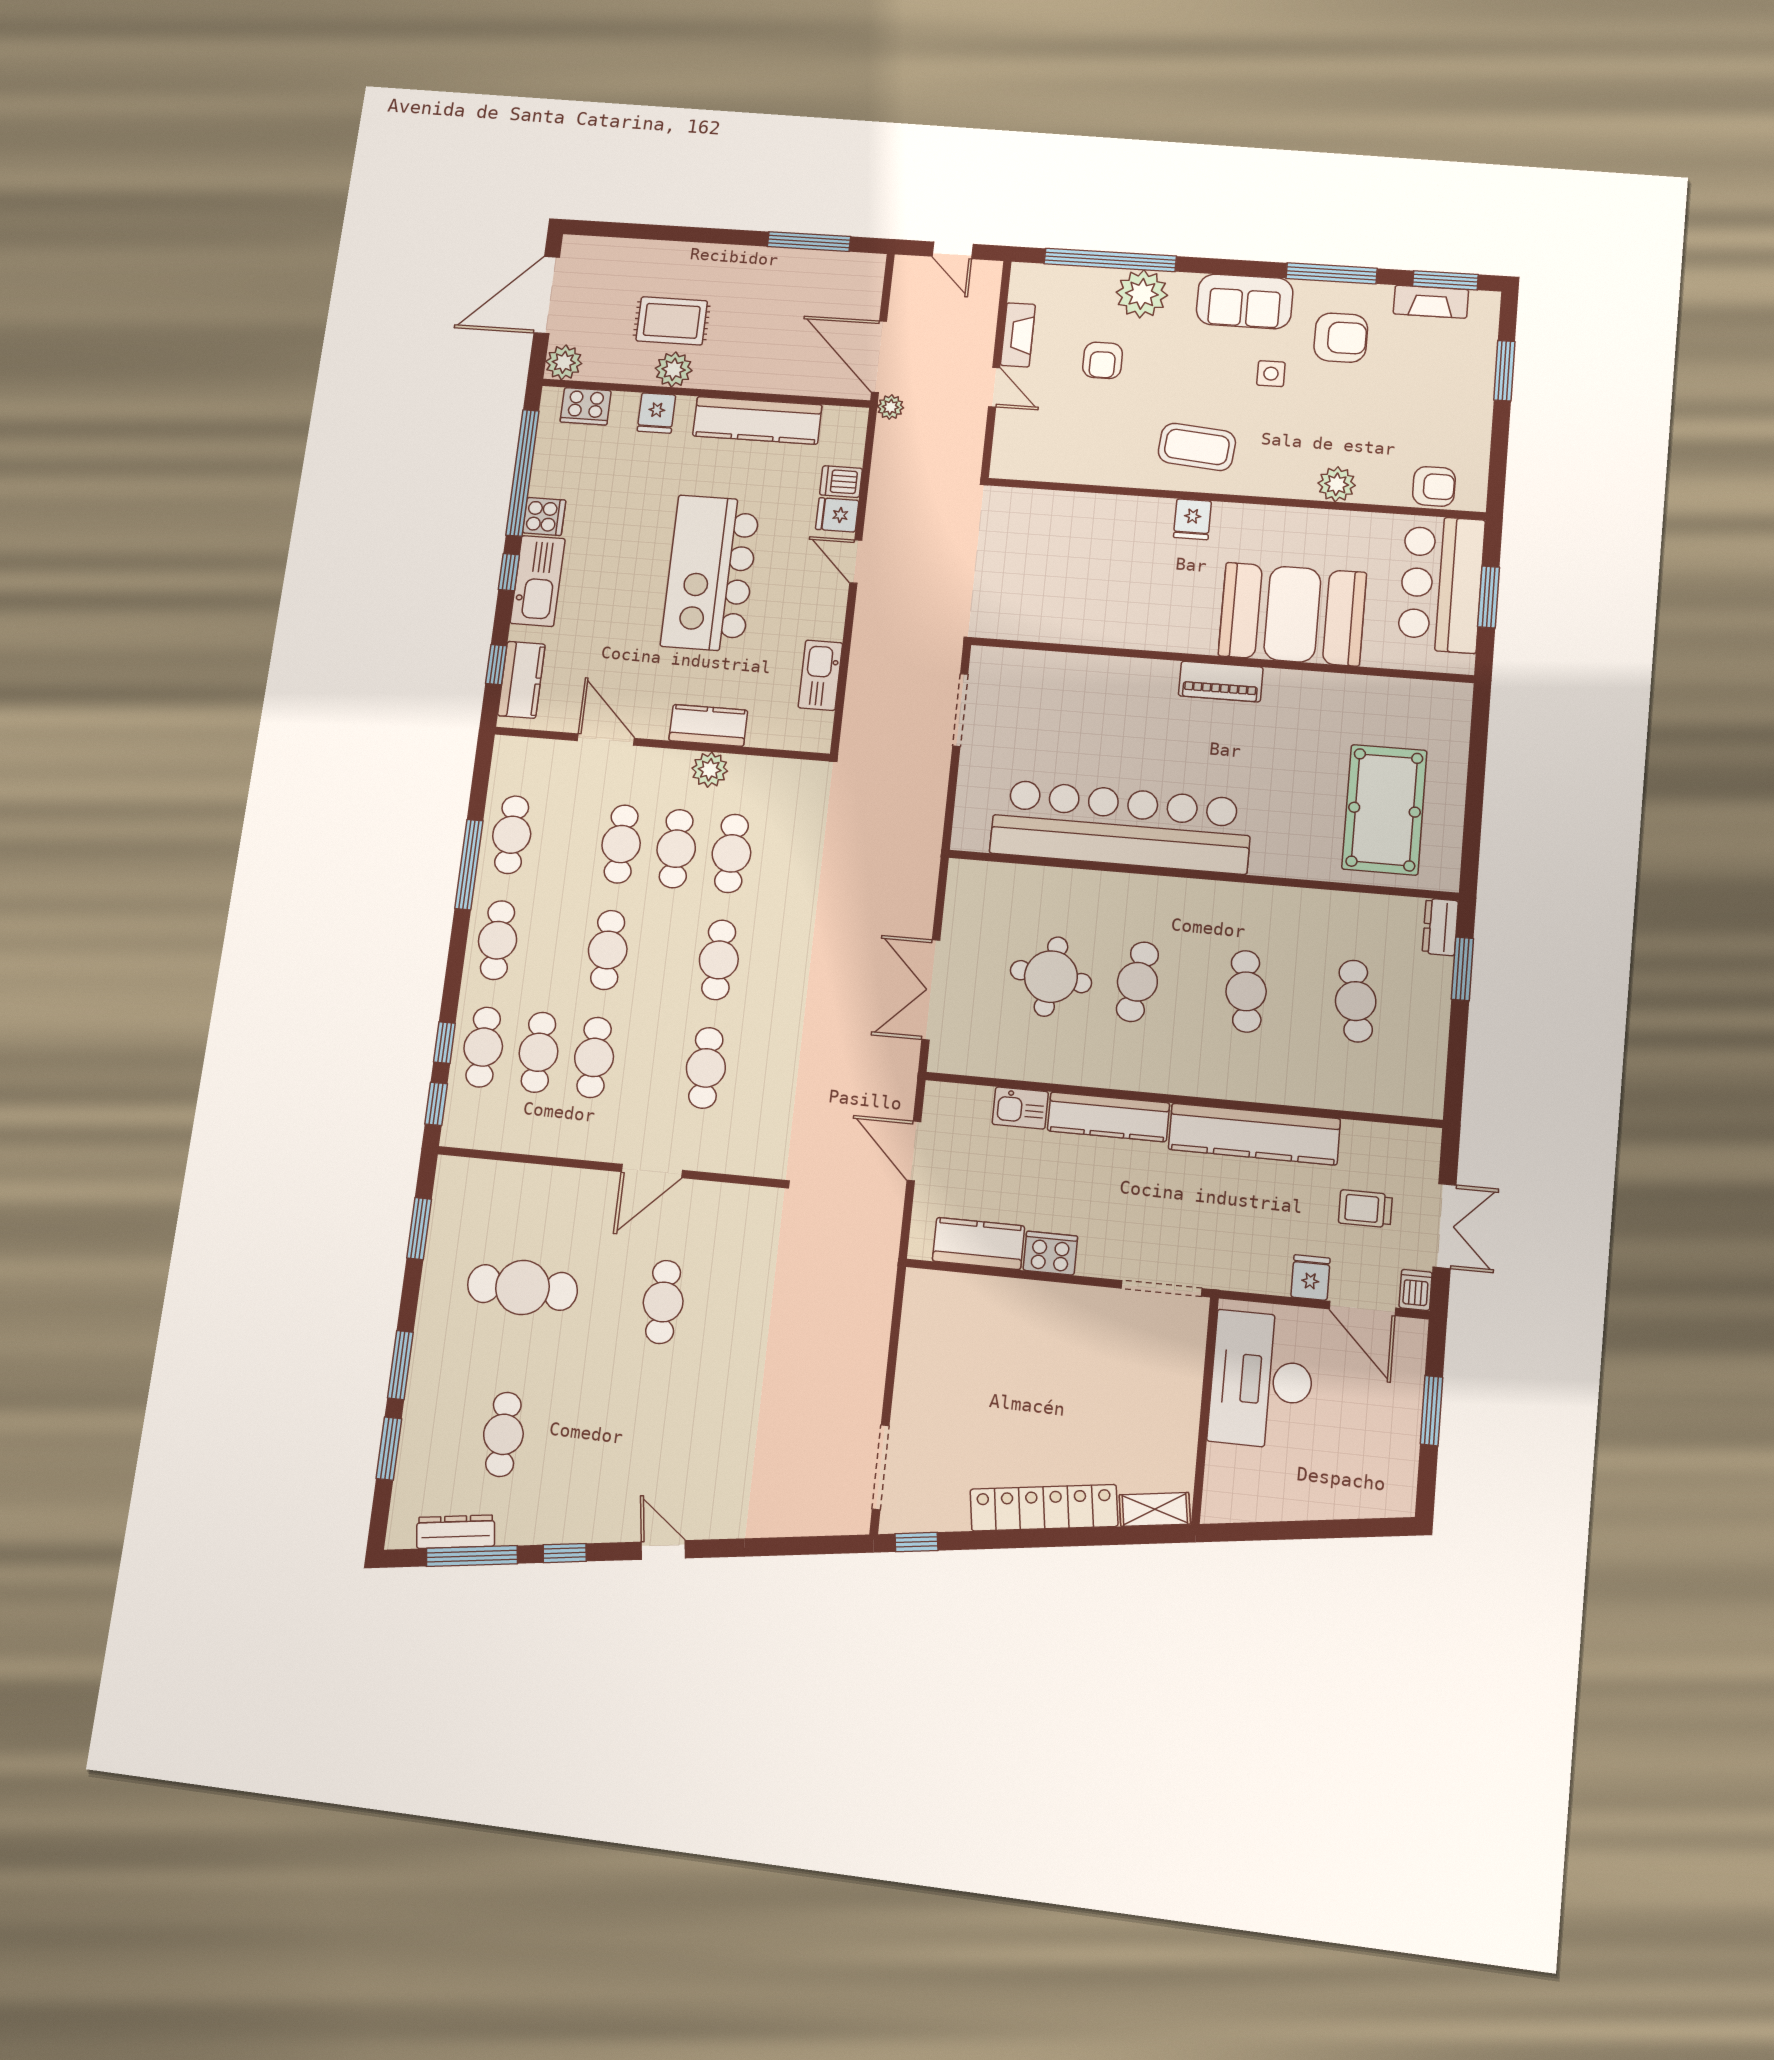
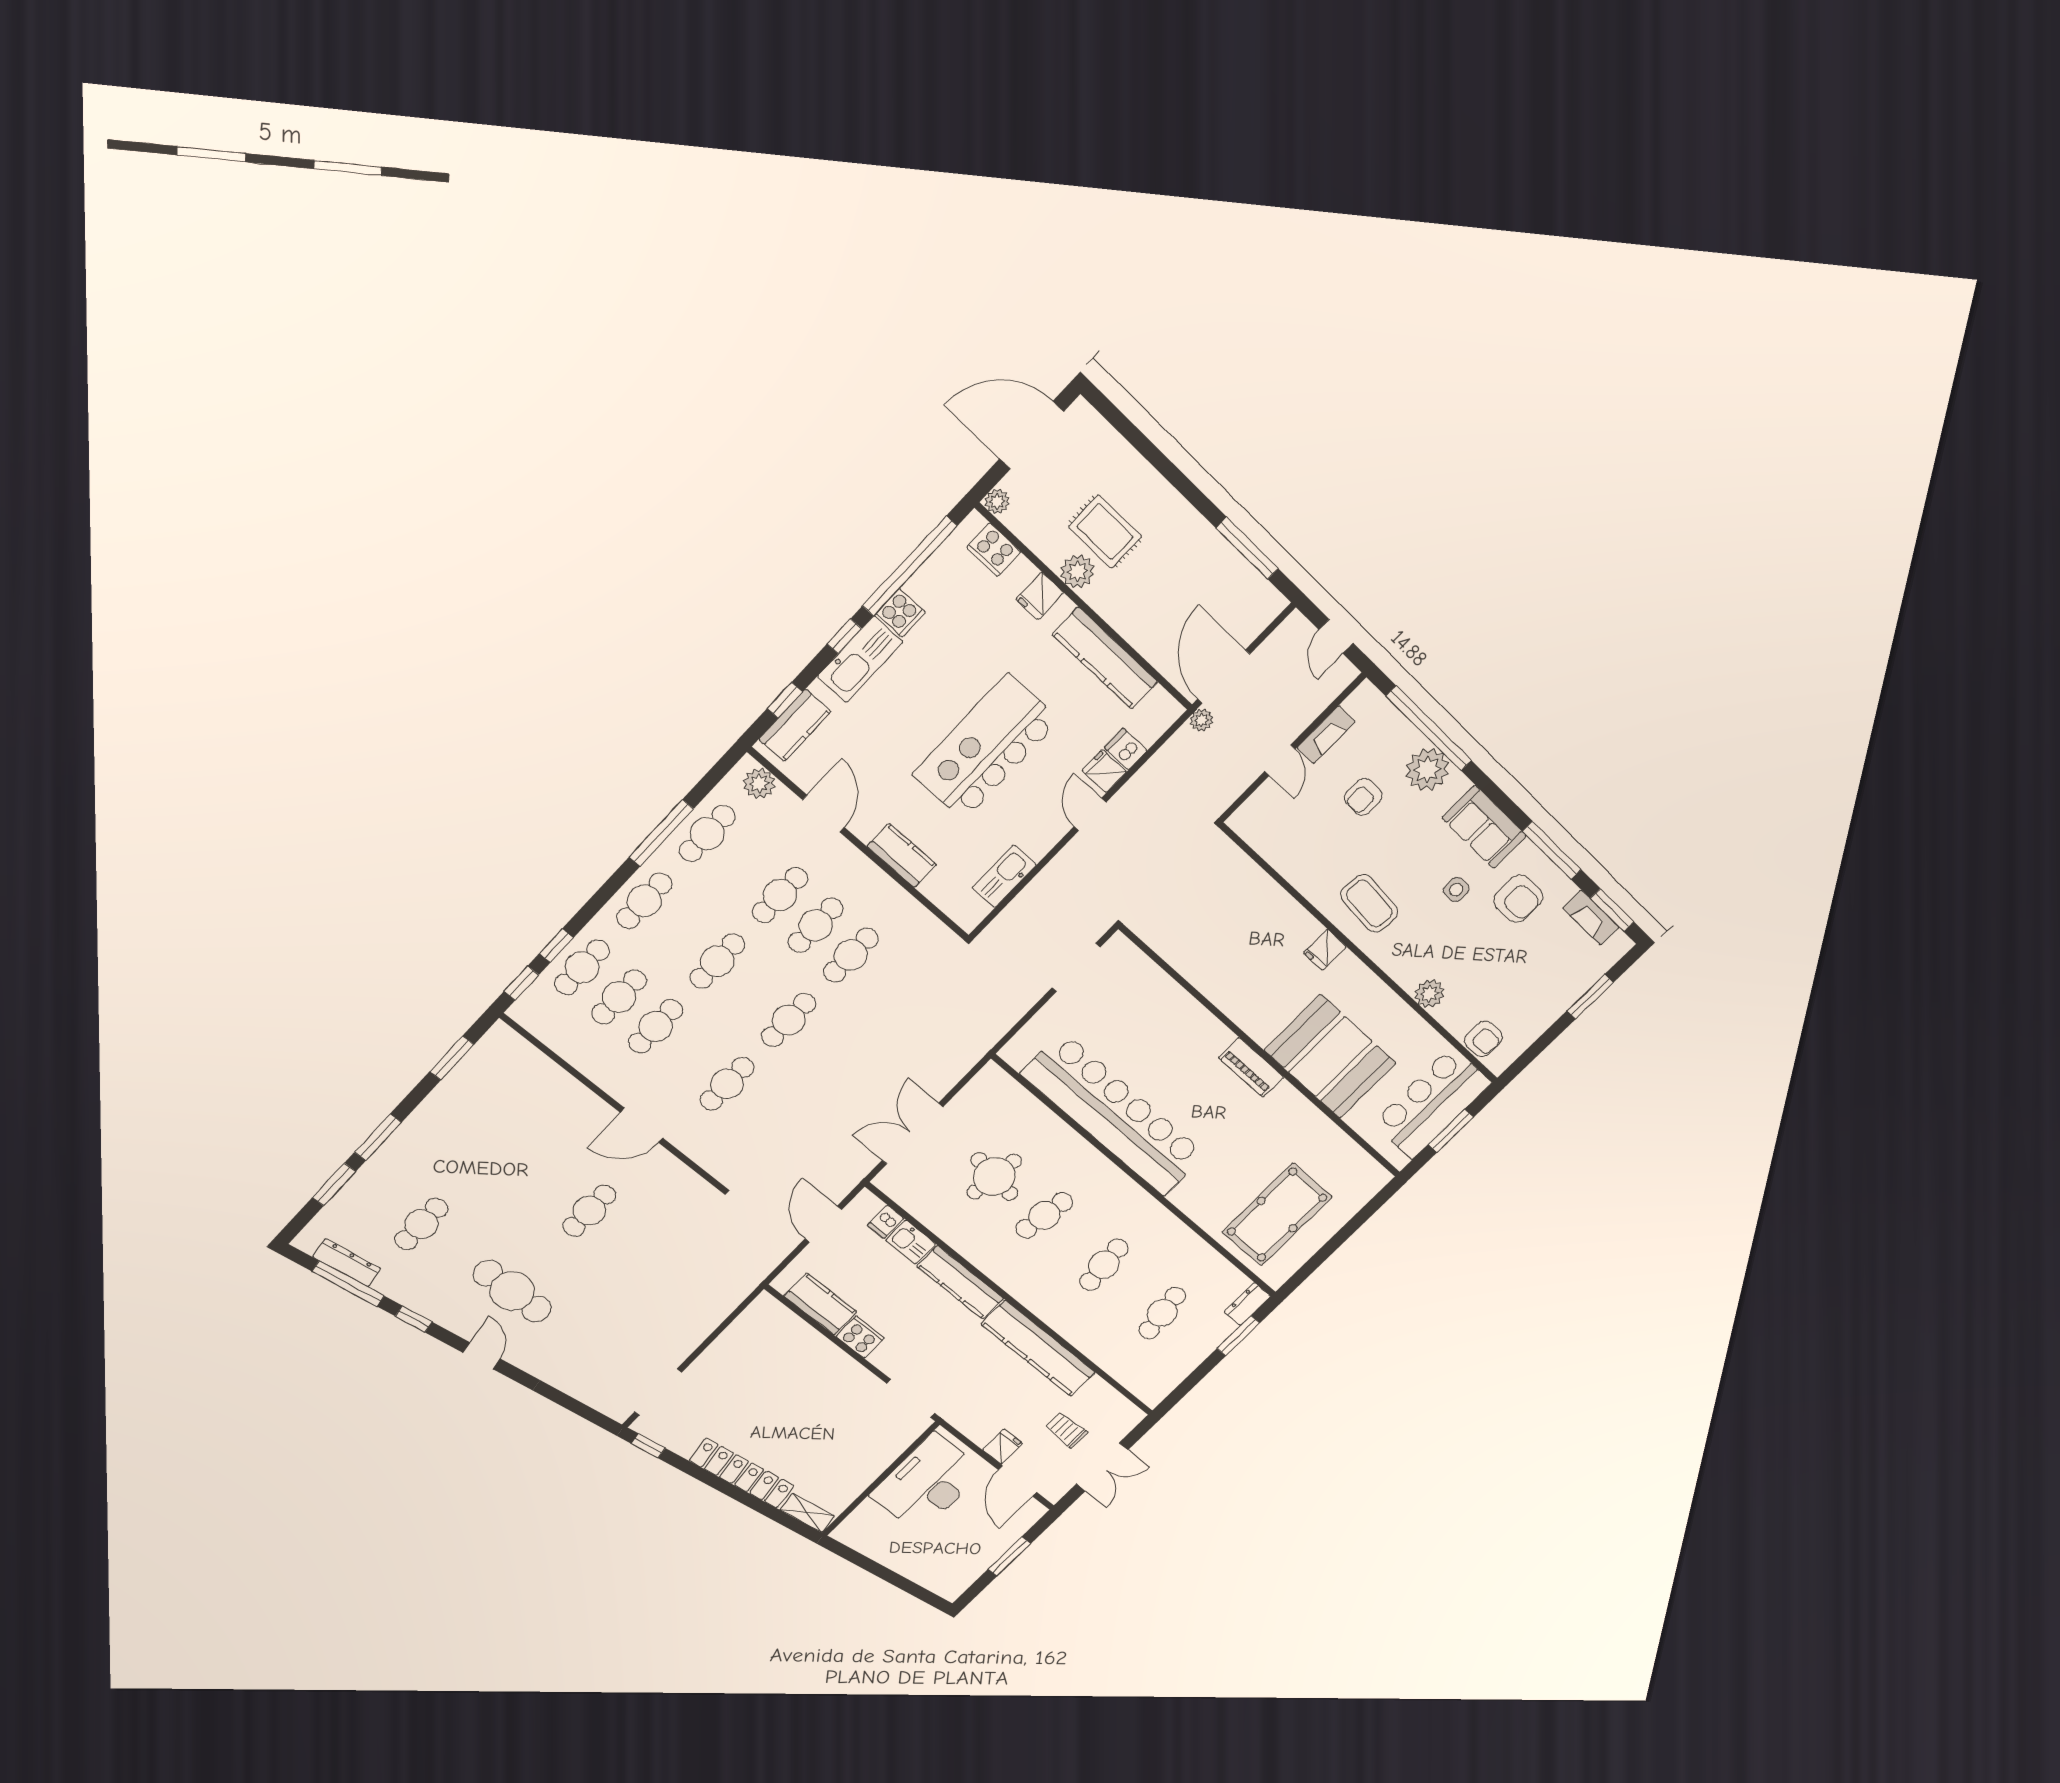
plant: (564, 362) -> (997, 501), width x0.73, depth x0.73
plant: (710, 770) -> (759, 784), moved
cafe table: (522, 1288) -> (512, 1291), moved
dishwasher: (1416, 1290) -> (886, 1222), moved, turned 180

